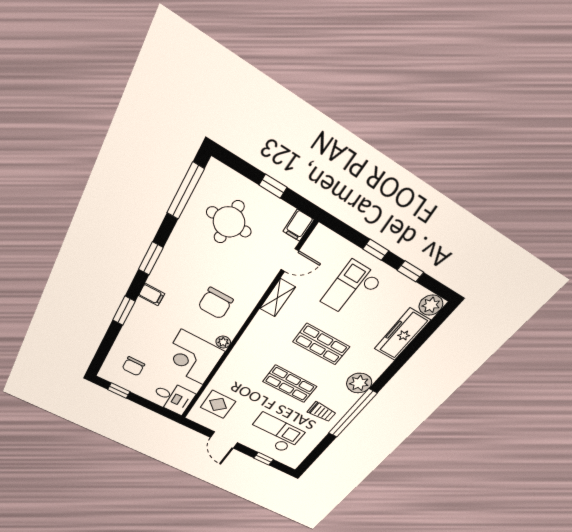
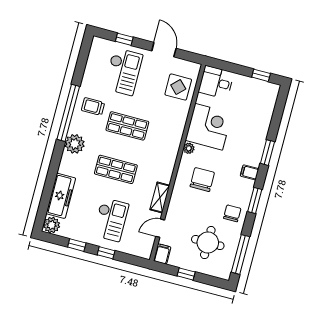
chair: (133, 366) -> (232, 213), moved
checkout: (275, 433) -> (123, 72), turned -90

